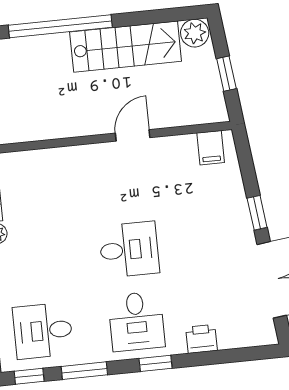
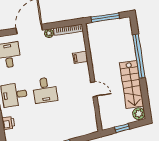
filing cabinet: (211, 148) -> (80, 58), moved

